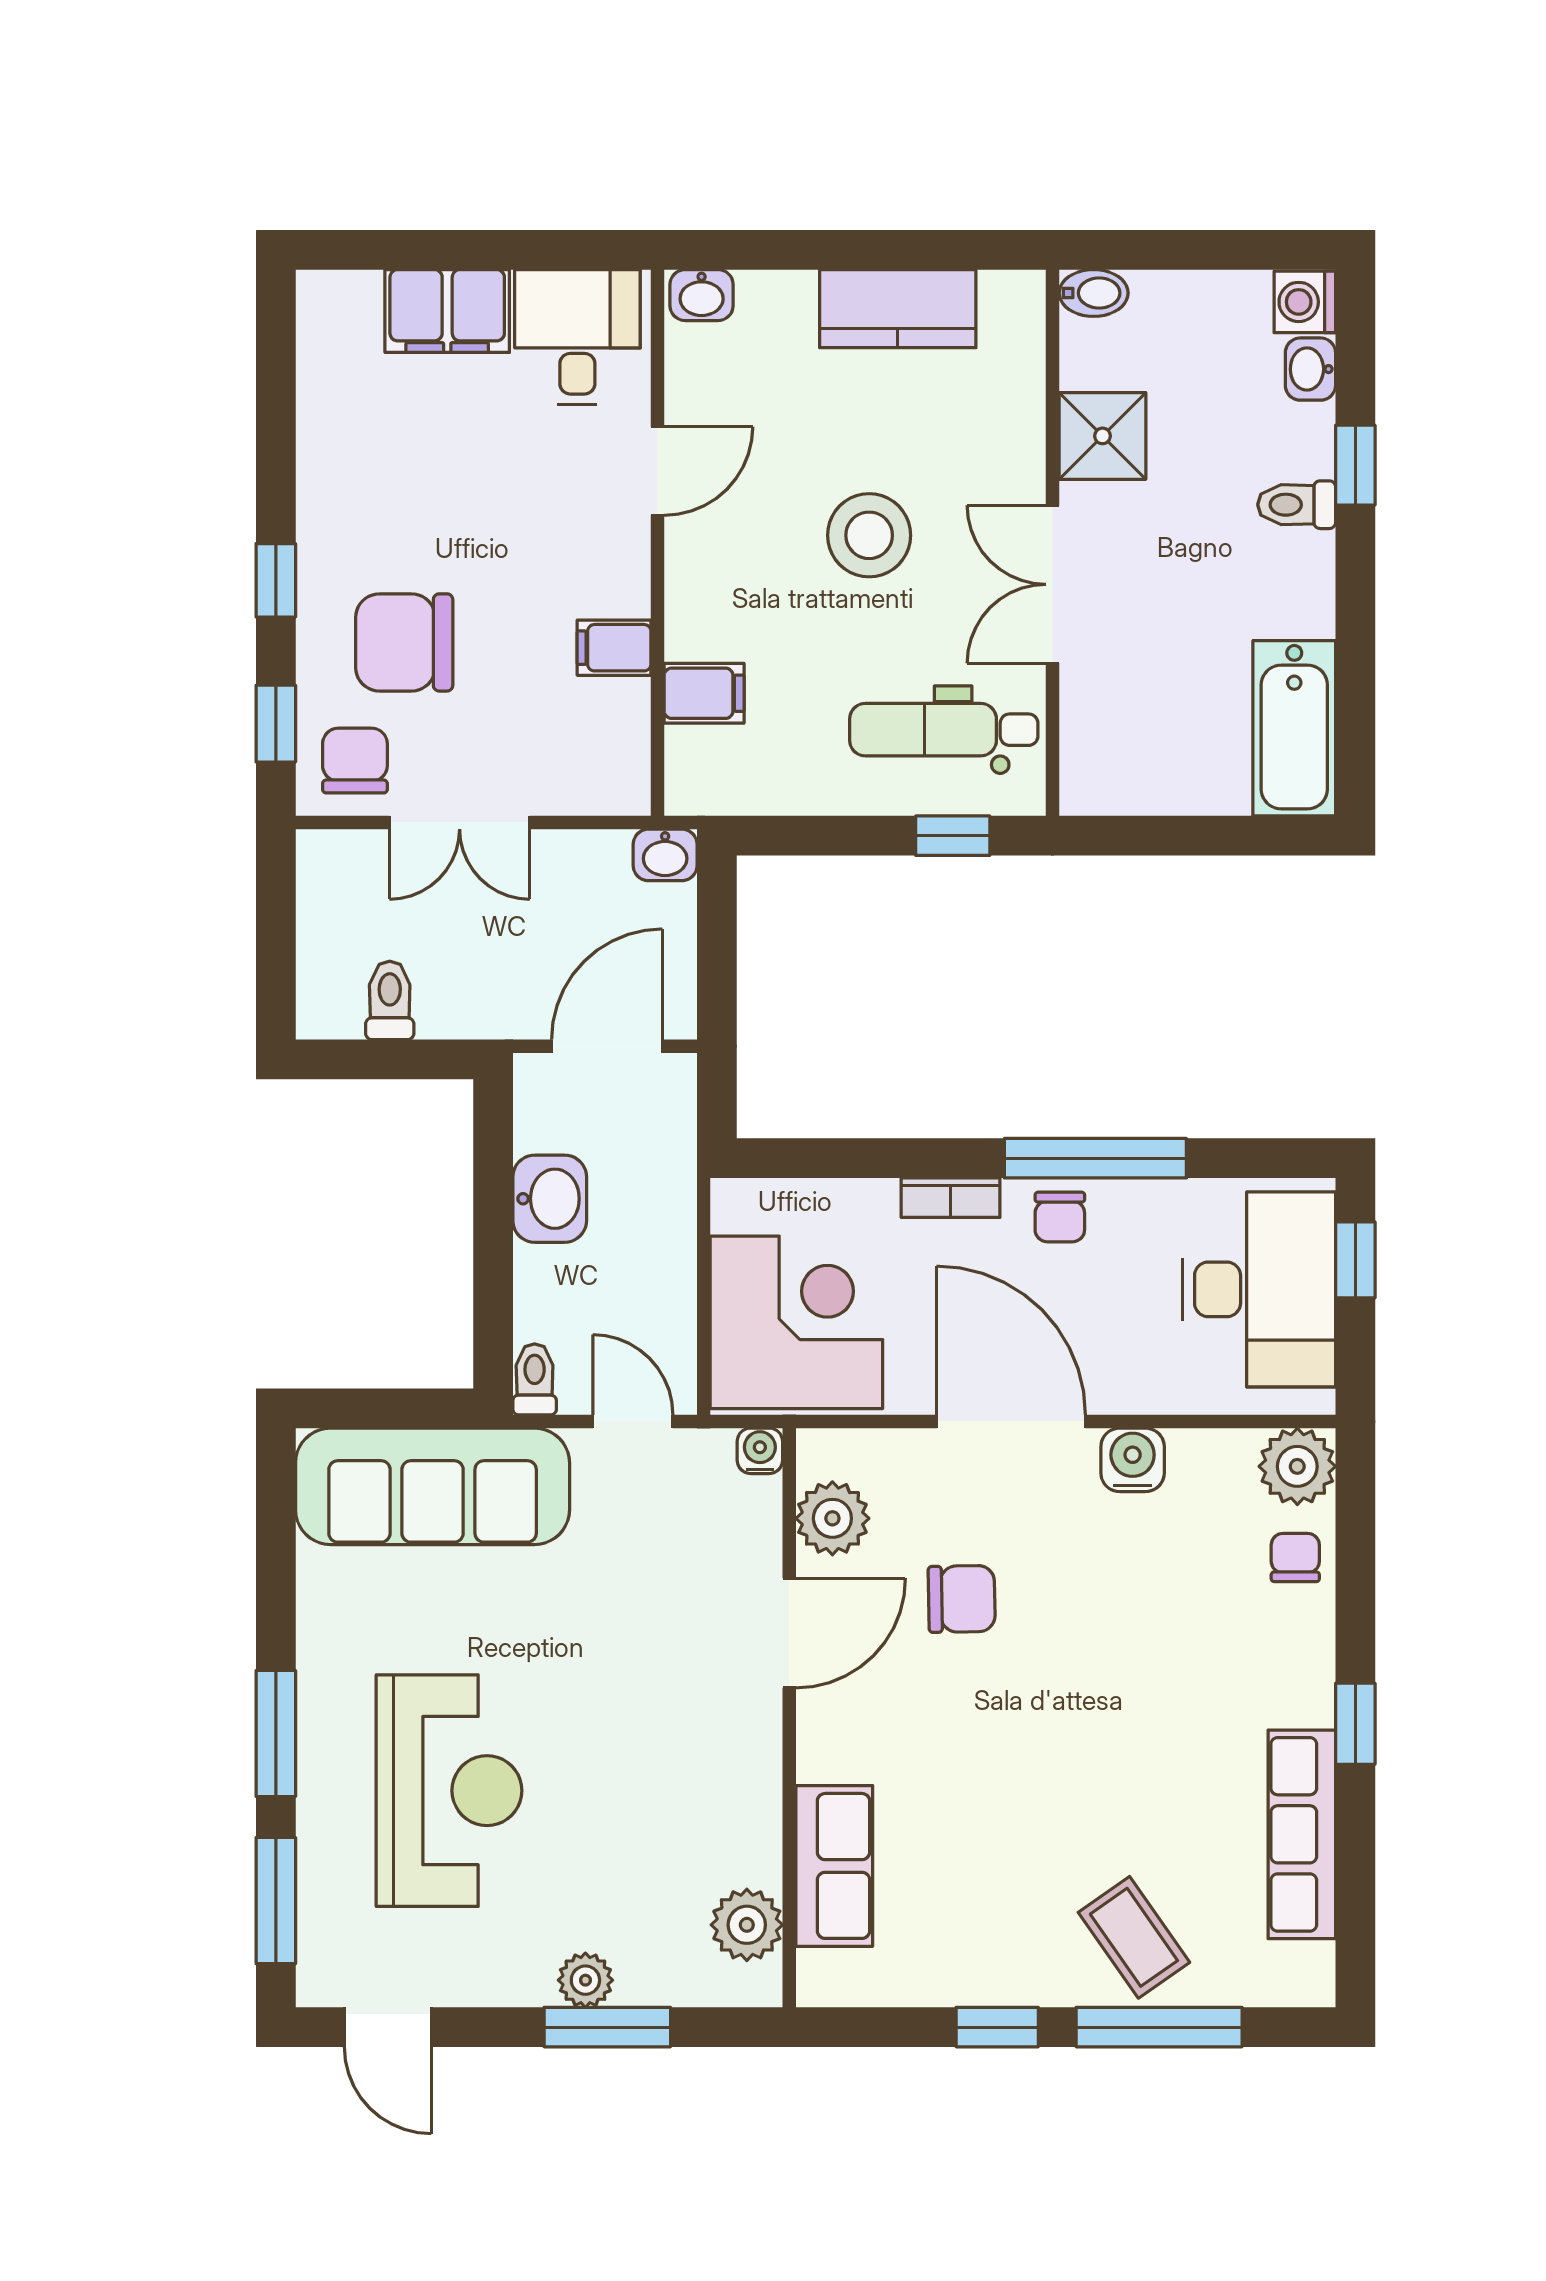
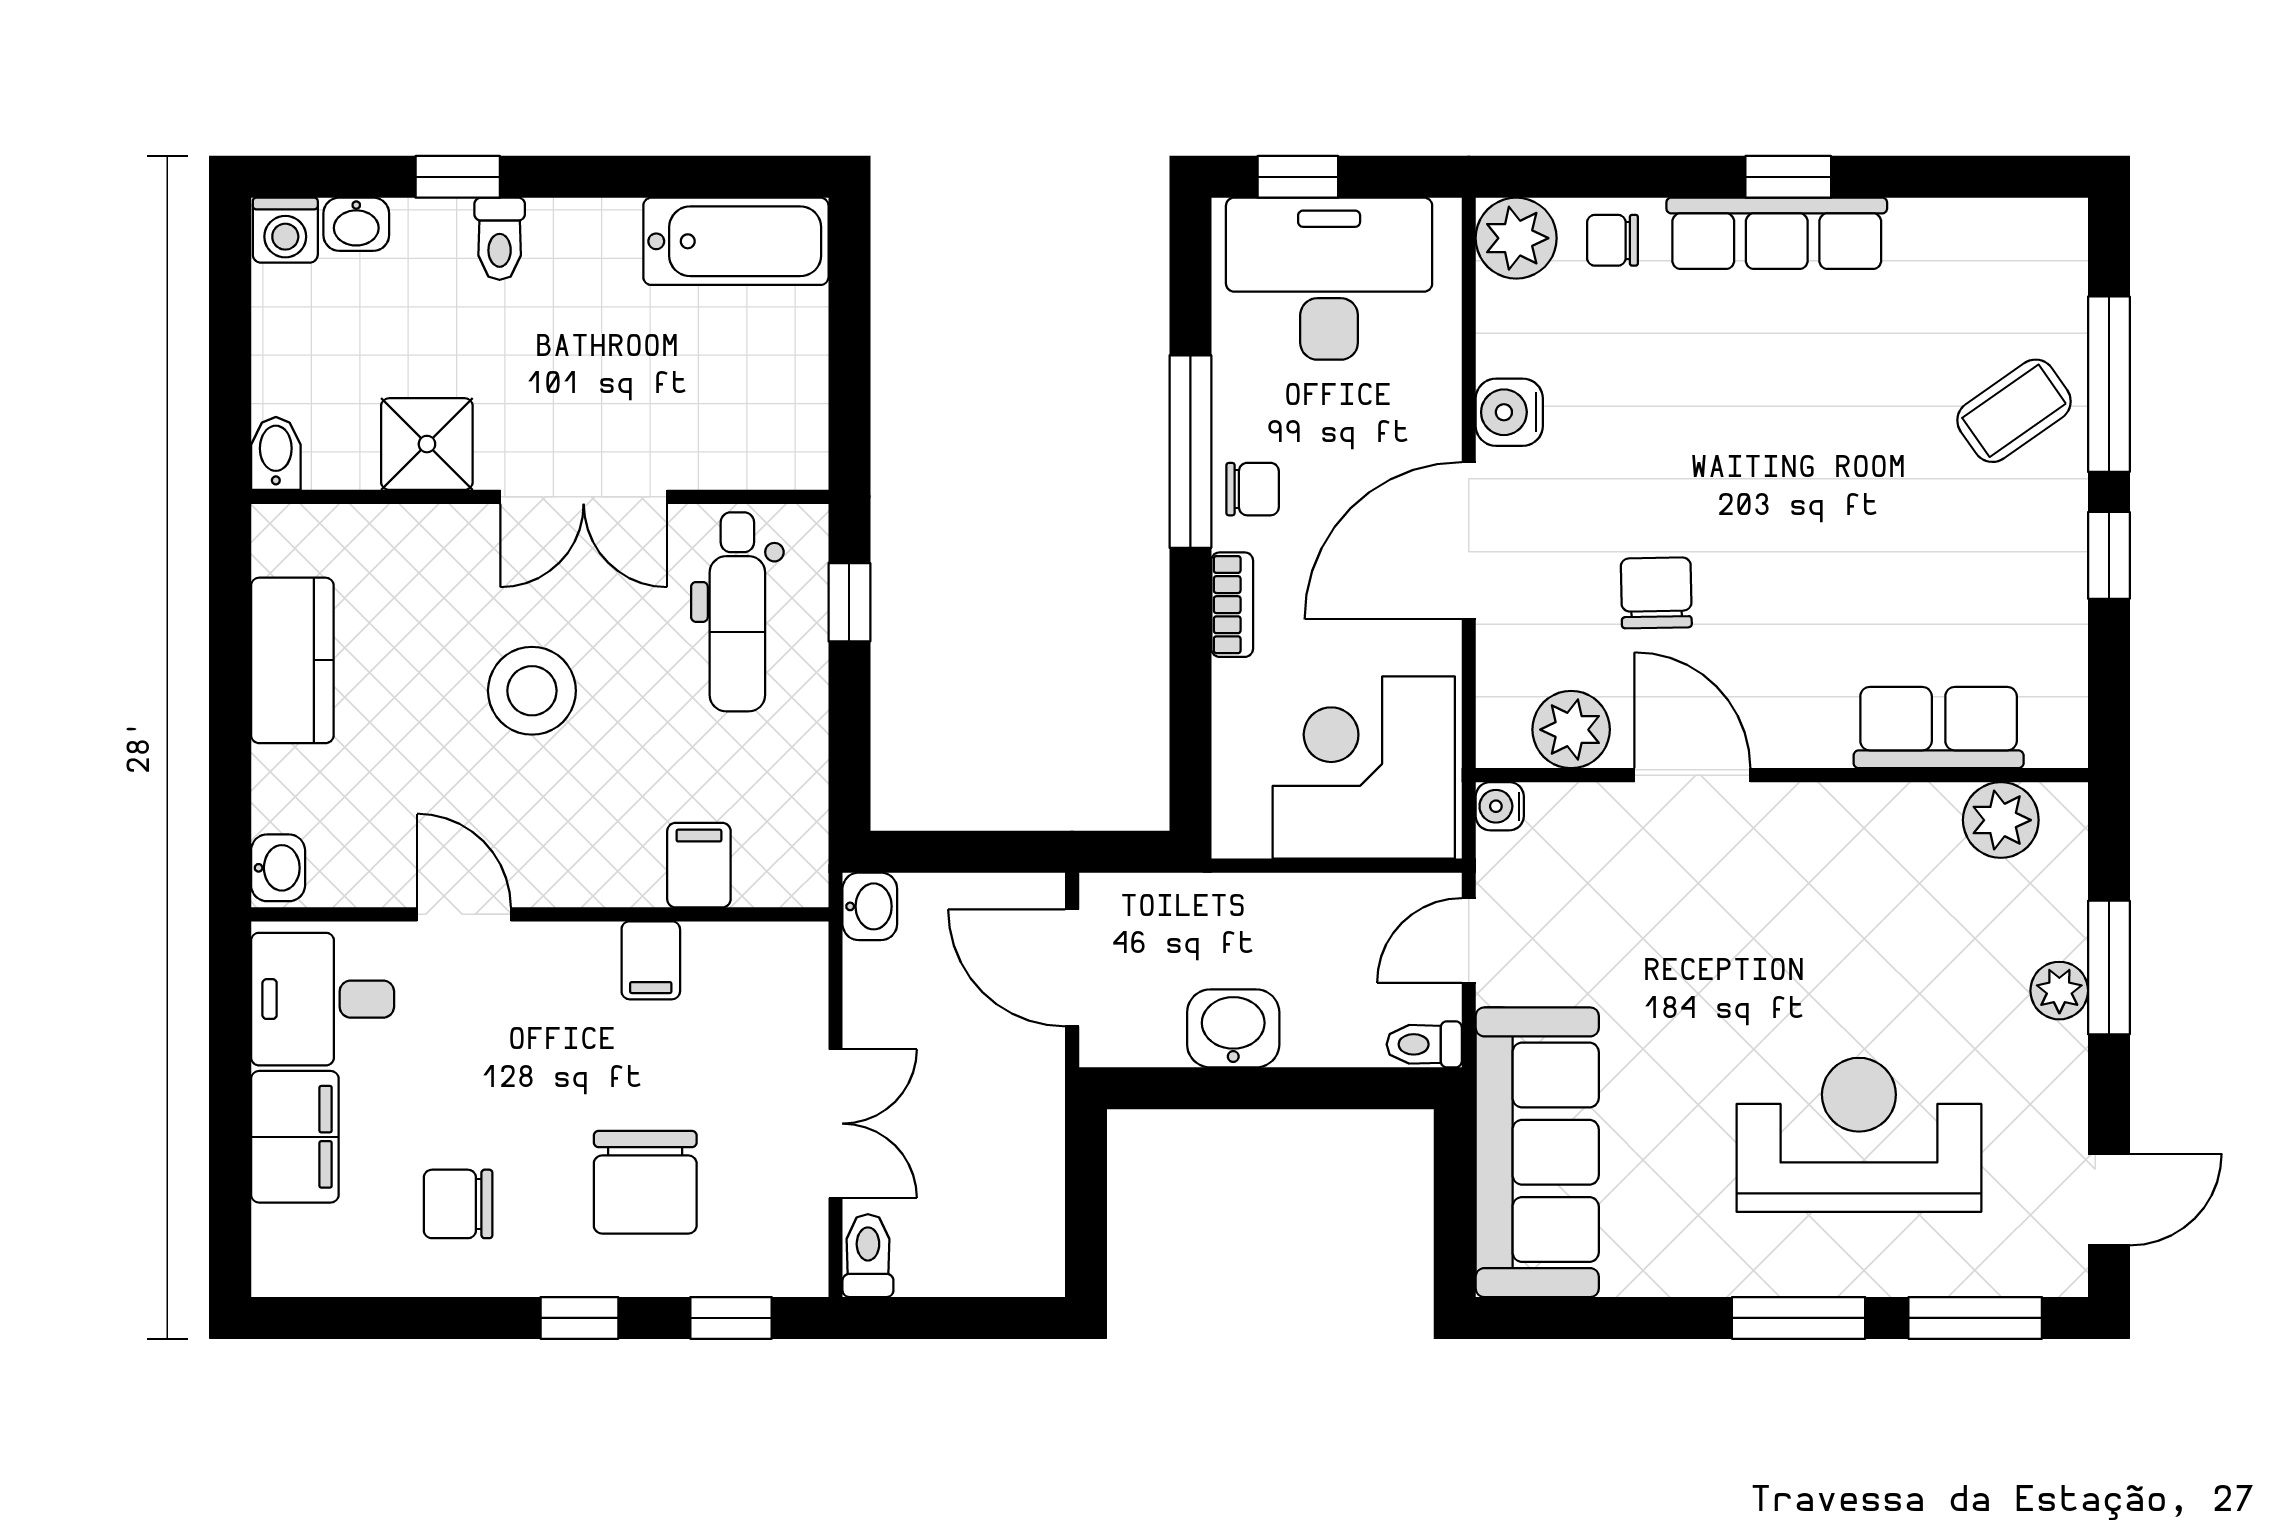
chair: (355, 761) -> (458, 1204), moved
toilet: (390, 1000) -> (868, 1256), moved, turned 90
row of seats: (1302, 1834) -> (1777, 233), moved

